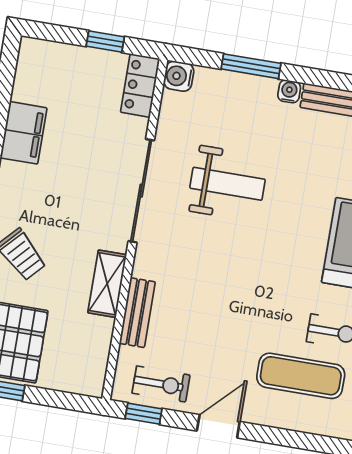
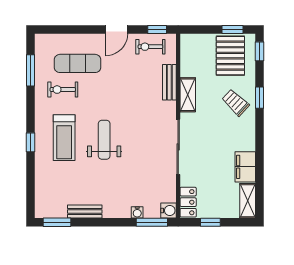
window: (251, 66) -> (152, 222), moved
shelving: (30, 70) -> (248, 201), added
water cooler: (289, 91) -> (137, 212), moved
weight bench: (228, 184) -> (104, 140), moved, turned 90

